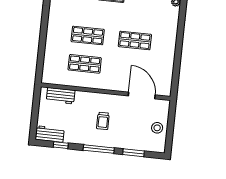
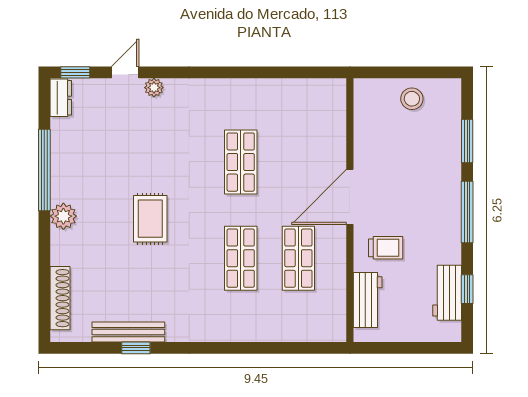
door: (142, 95) -> (350, 197), moved
trolley: (103, 121) -> (386, 248), moved
workbench: (50, 134) -> (447, 293), moved

